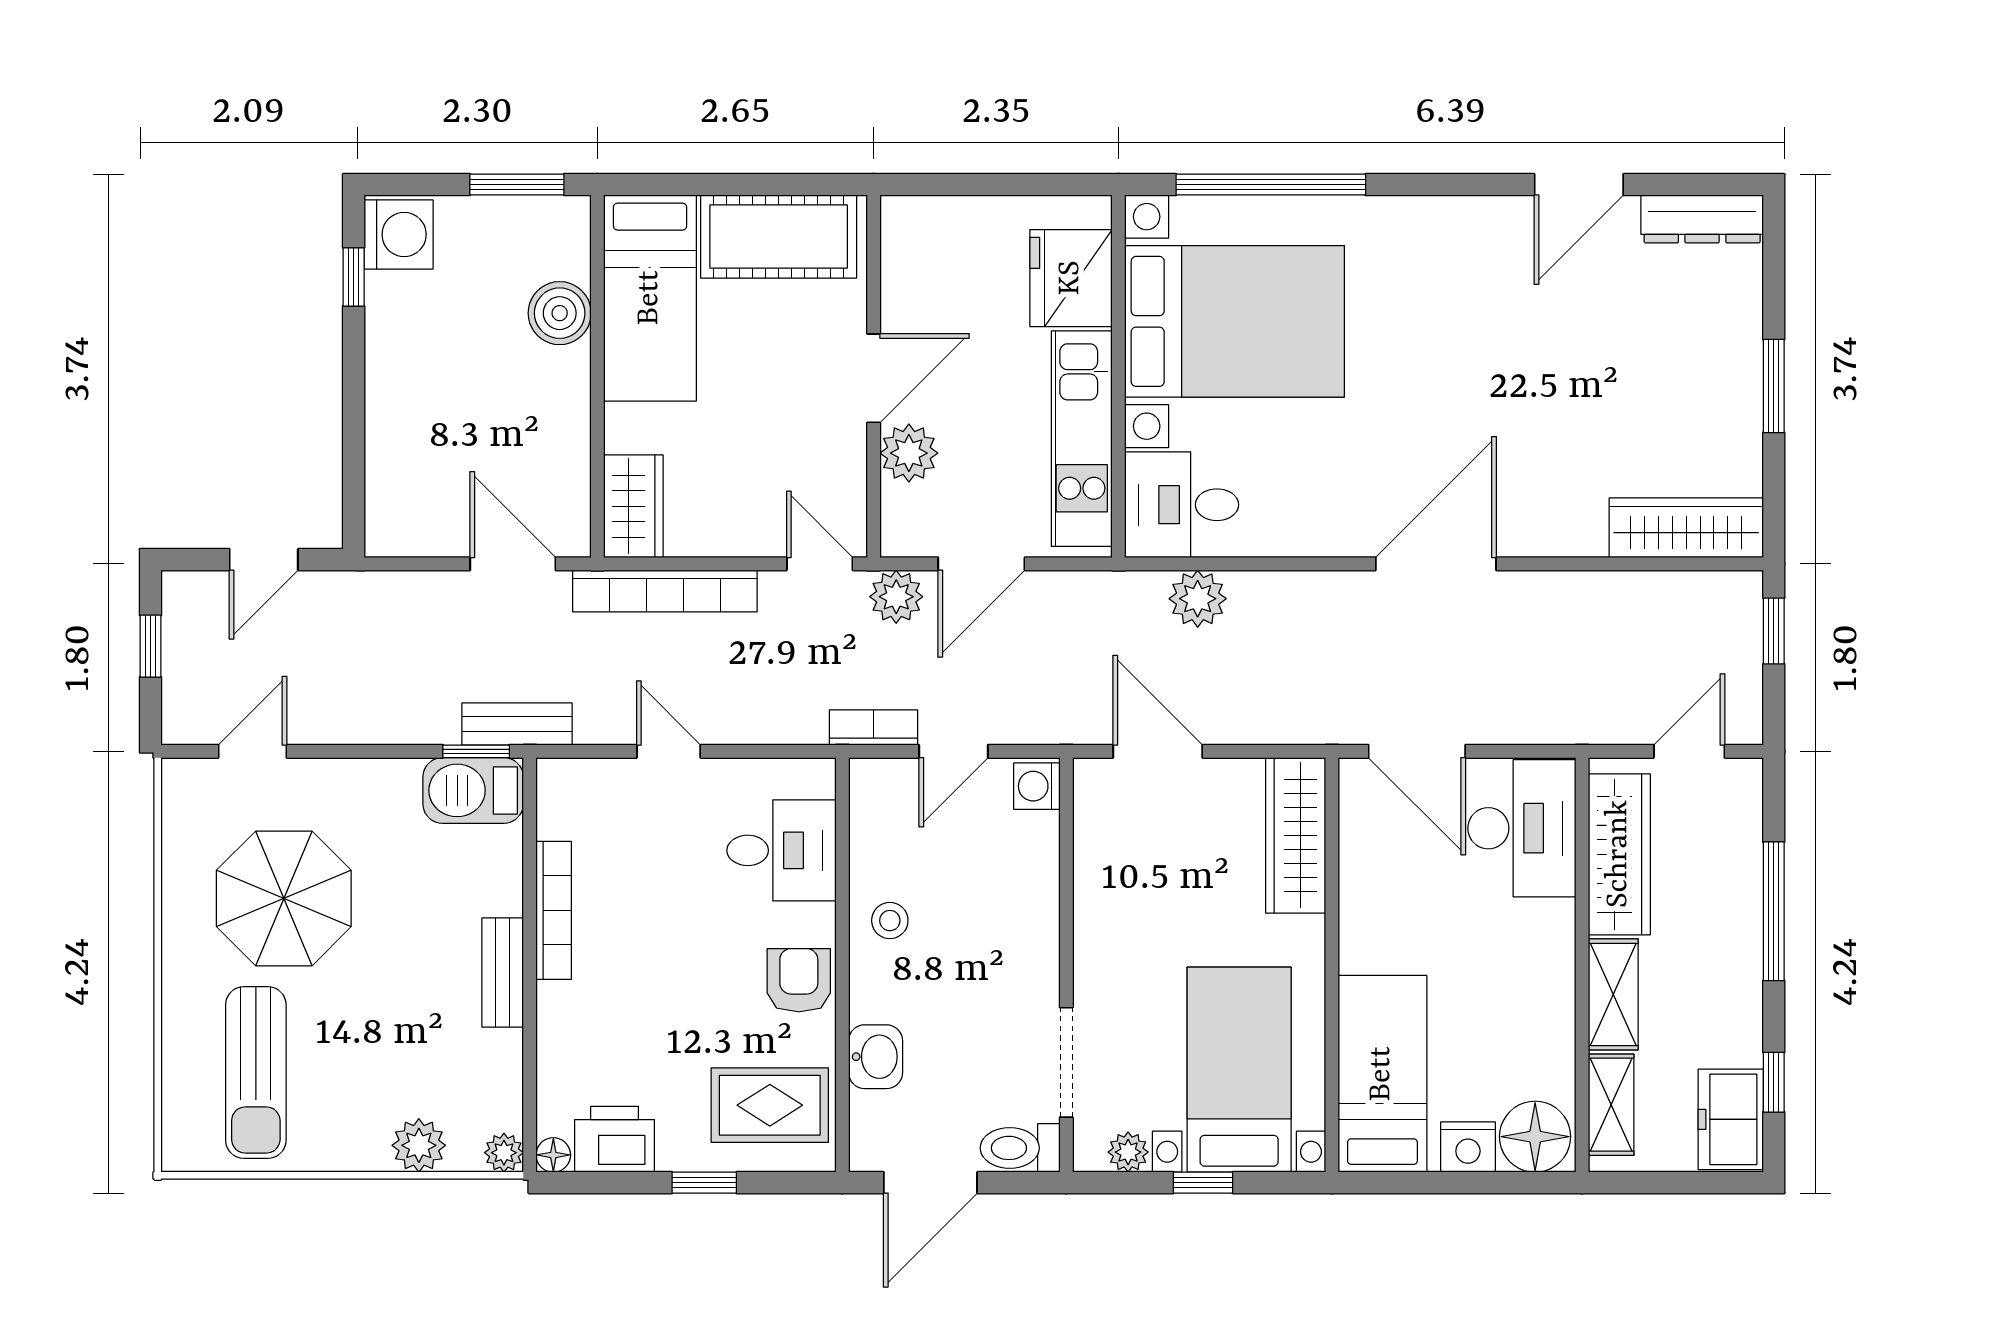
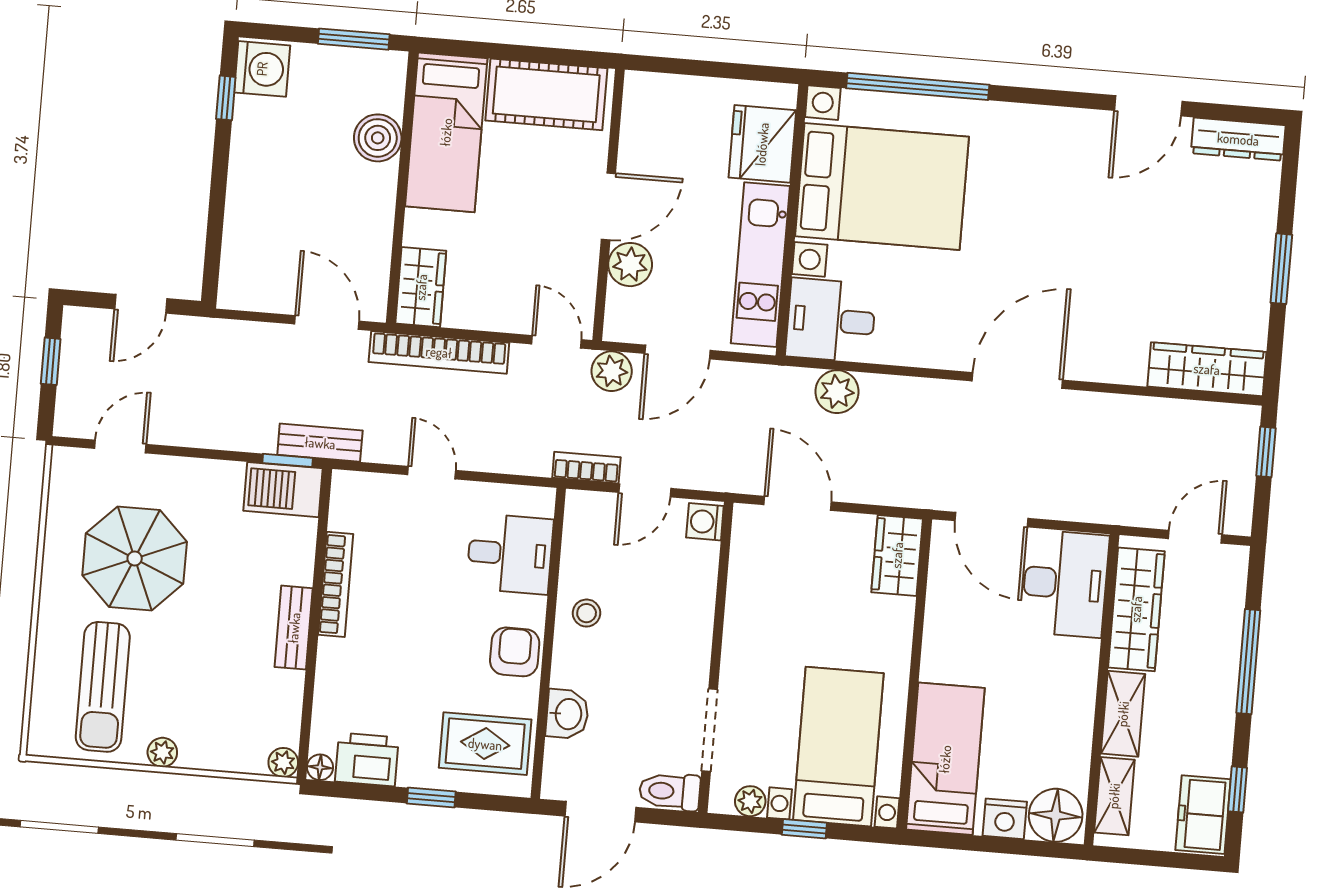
wardrobe: (1296, 835) -> (897, 555), width x0.67
plant: (419, 1145) -> (162, 752), moved, width x0.73, depth x0.73

